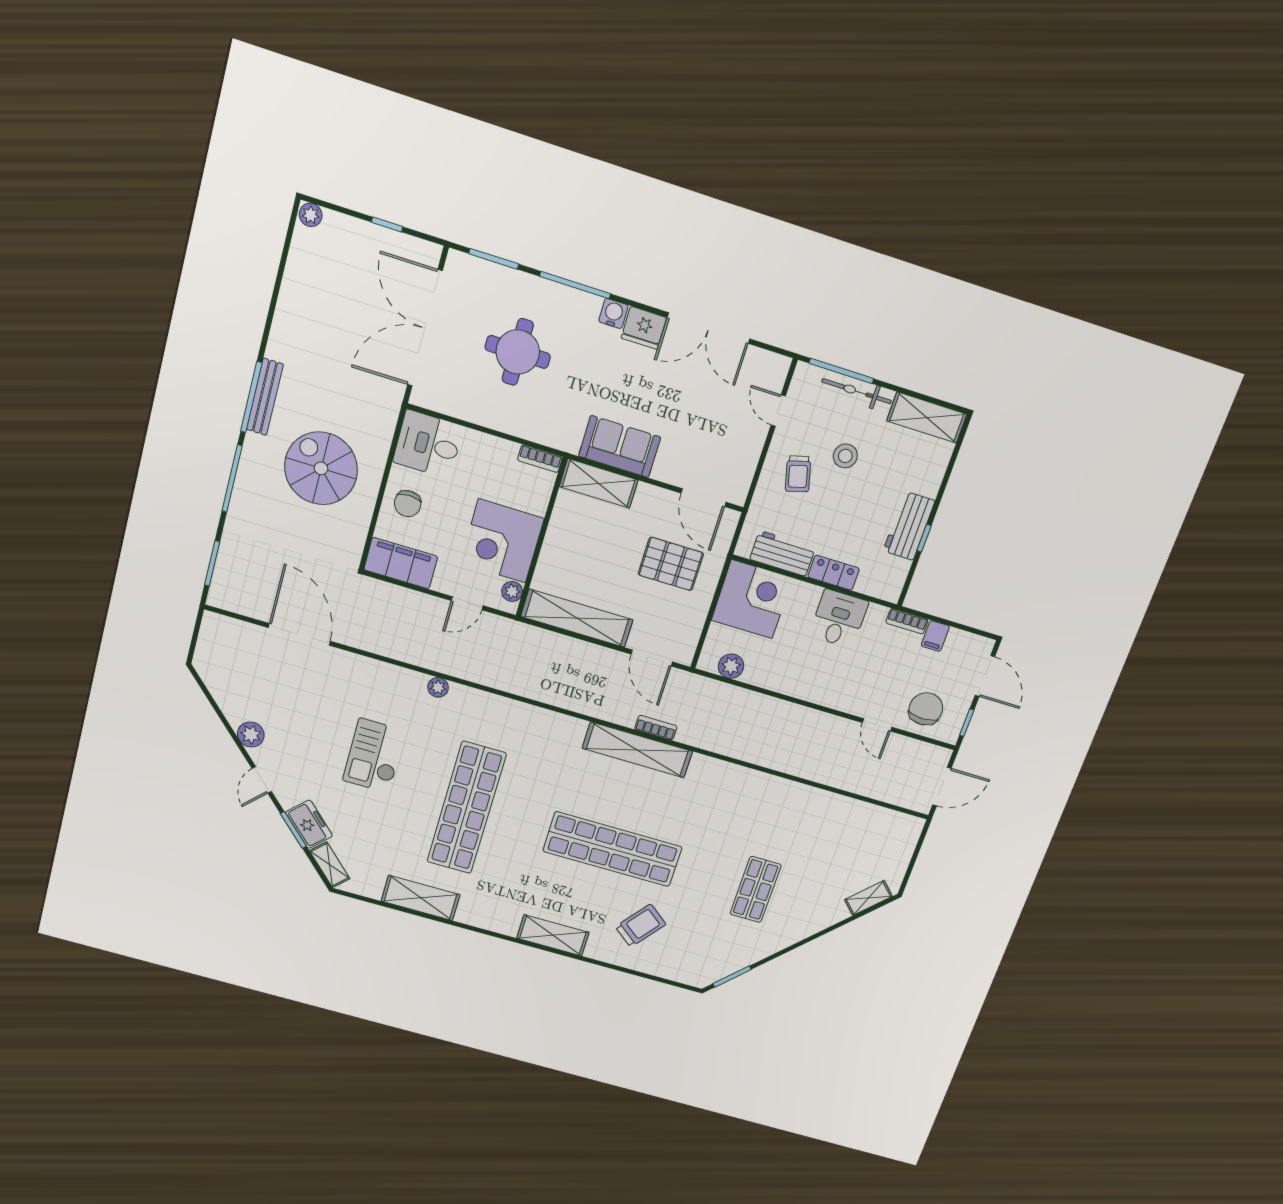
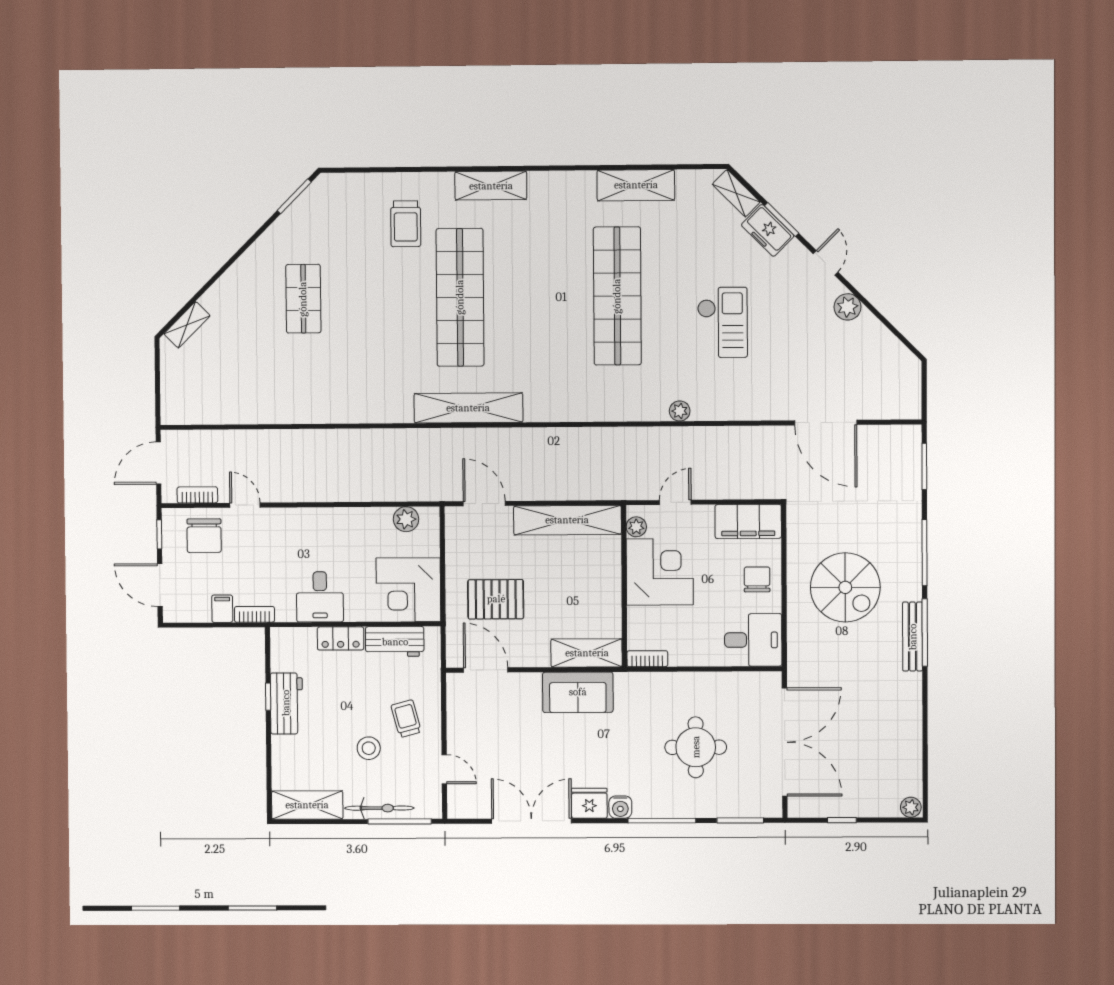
bookcase: (656, 728) -> (197, 495), moved, turned 180
shop shelf: (613, 849) -> (460, 297), turned 90
trolley: (641, 926) -> (406, 224), turned -38

